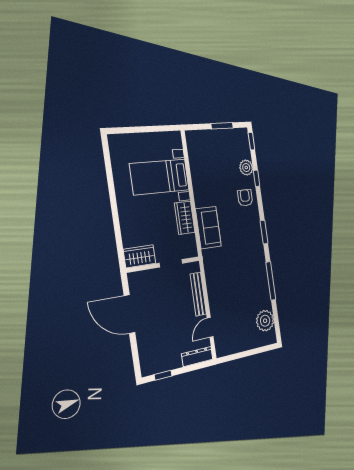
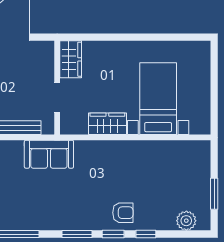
window: (251, 141) -> (113, 234), moved
plant: (246, 168) -> (186, 221), moved
sofa: (208, 228) -> (49, 154), moved

